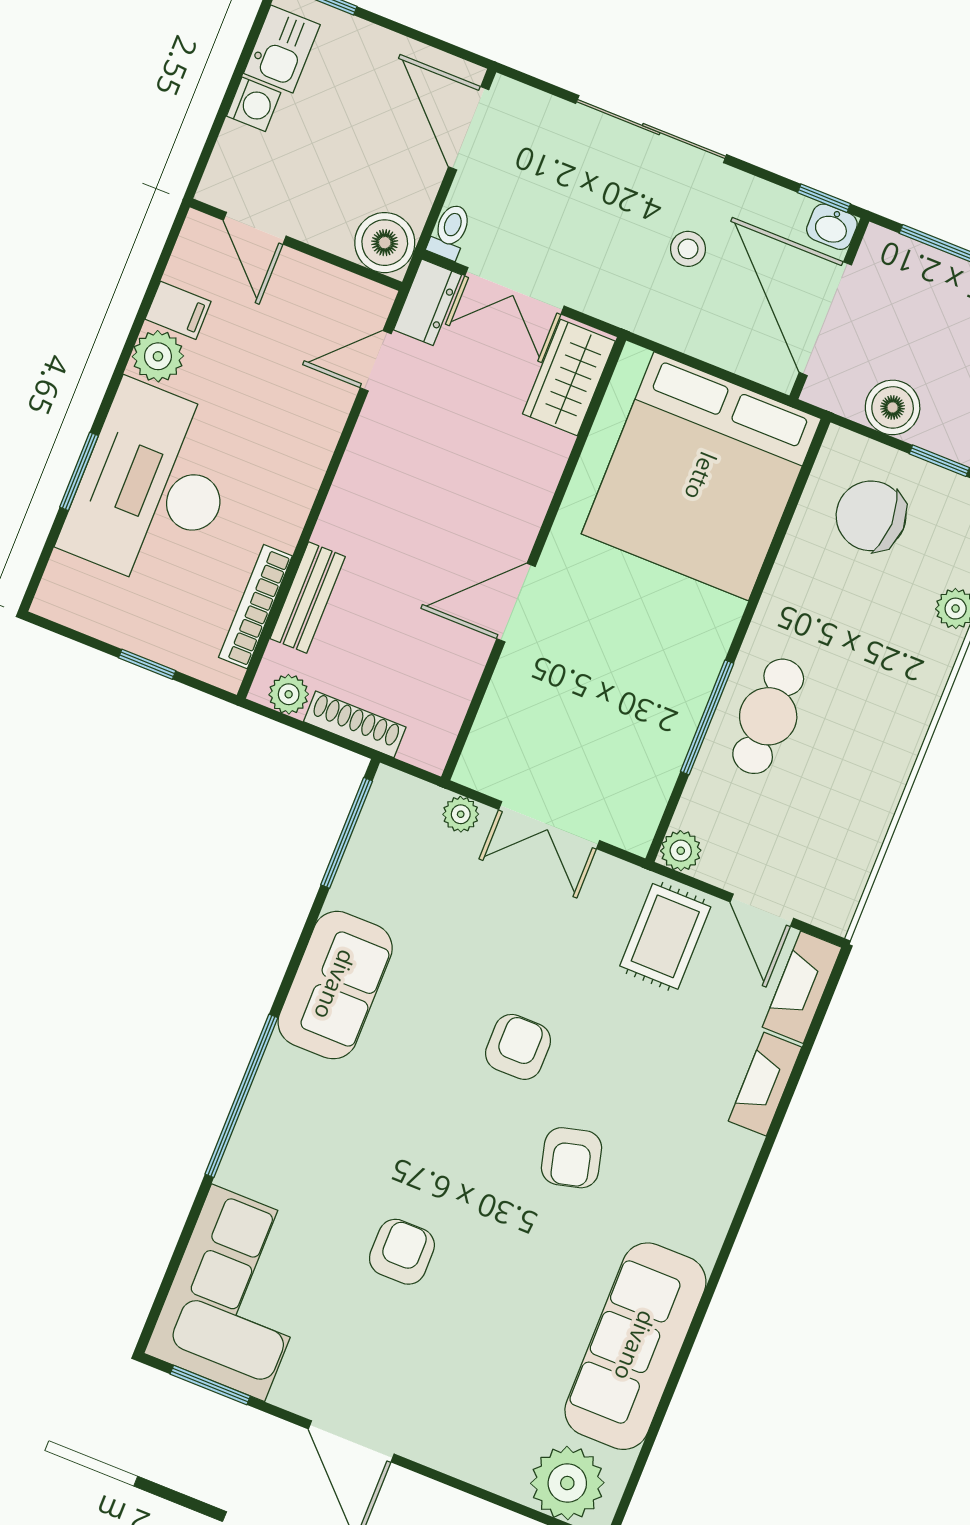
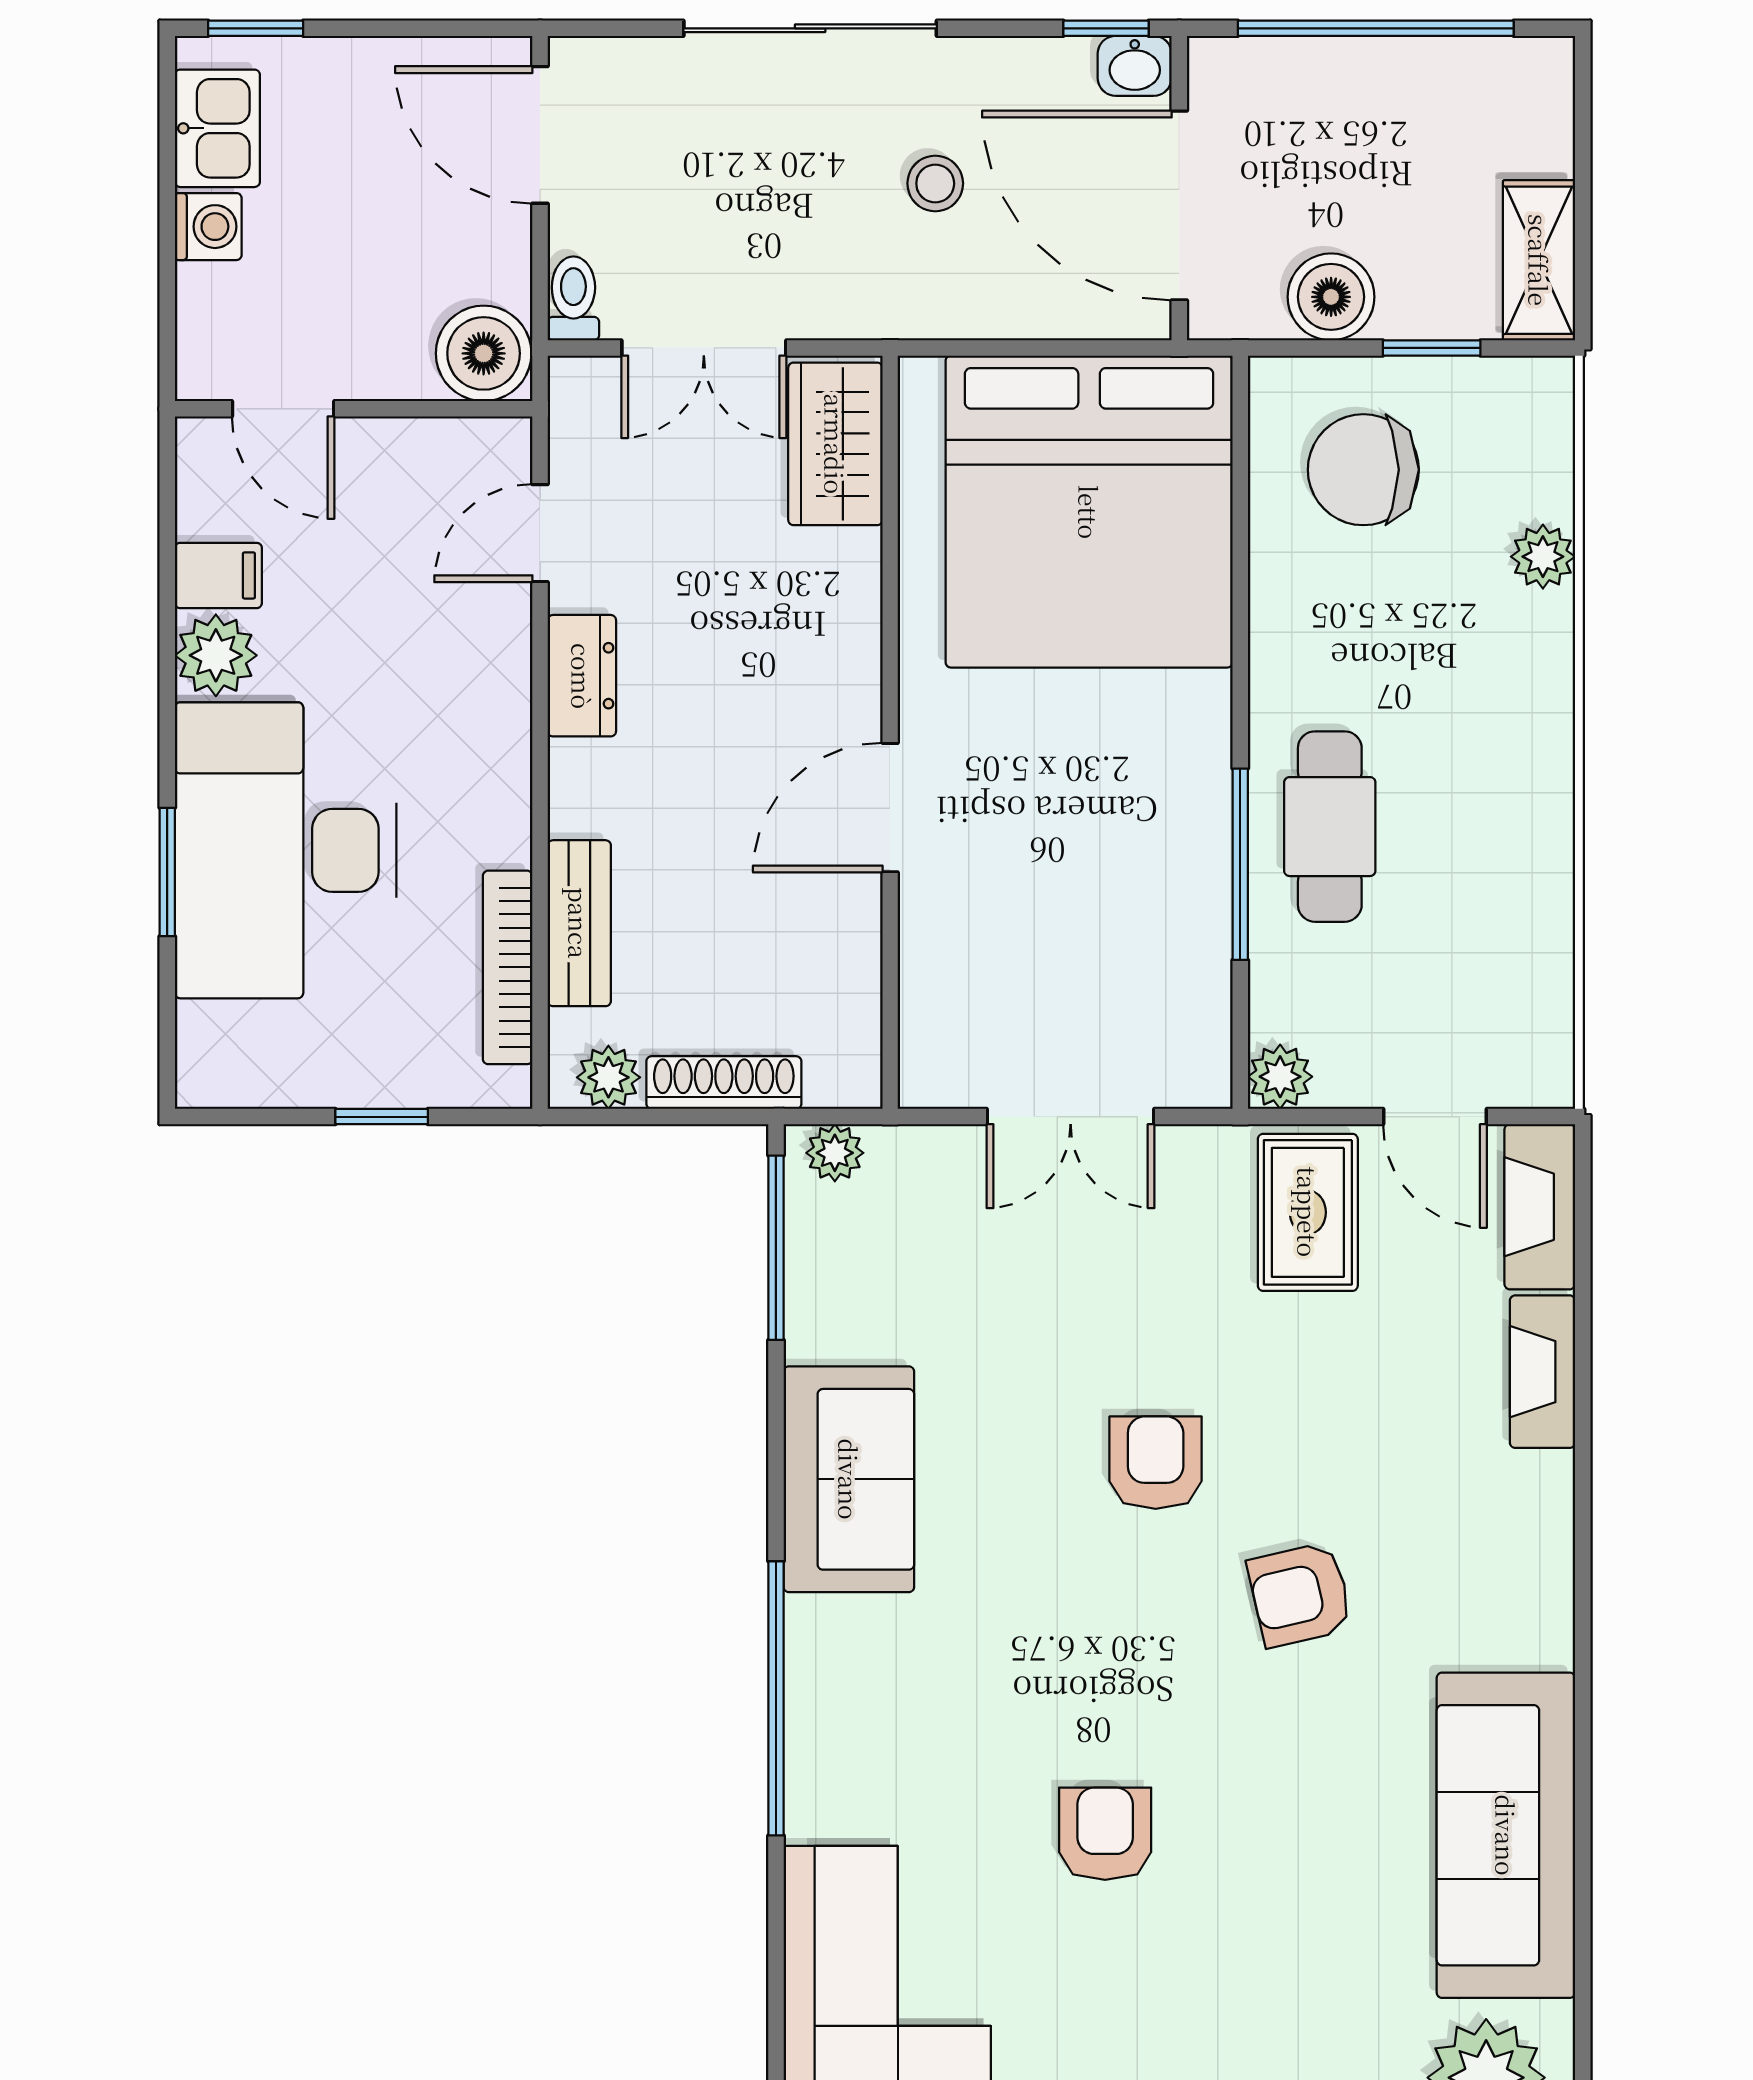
dresser: (427, 302) -> (582, 676), moved
plant: (461, 814) -> (835, 1153), moved
armchair: (572, 1158) -> (1300, 1595), turned 91

